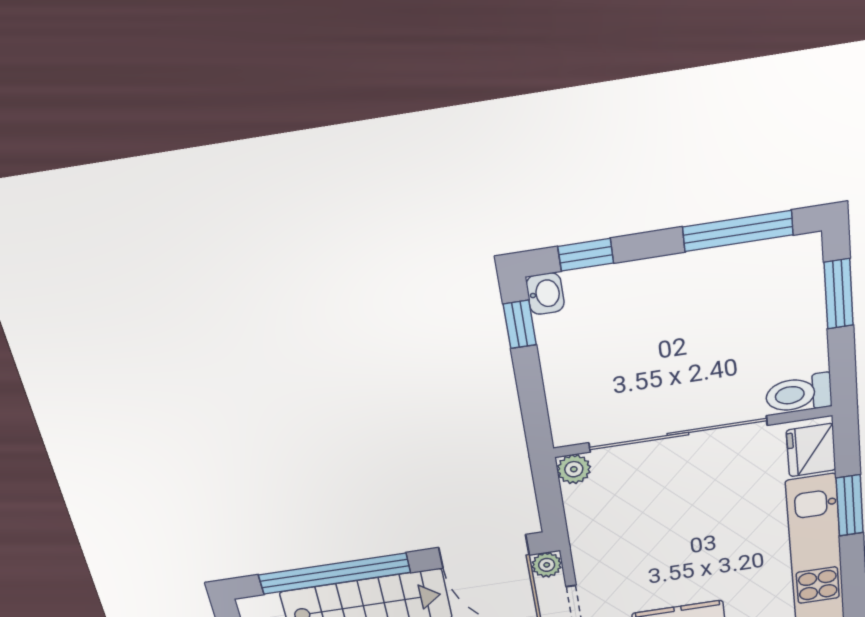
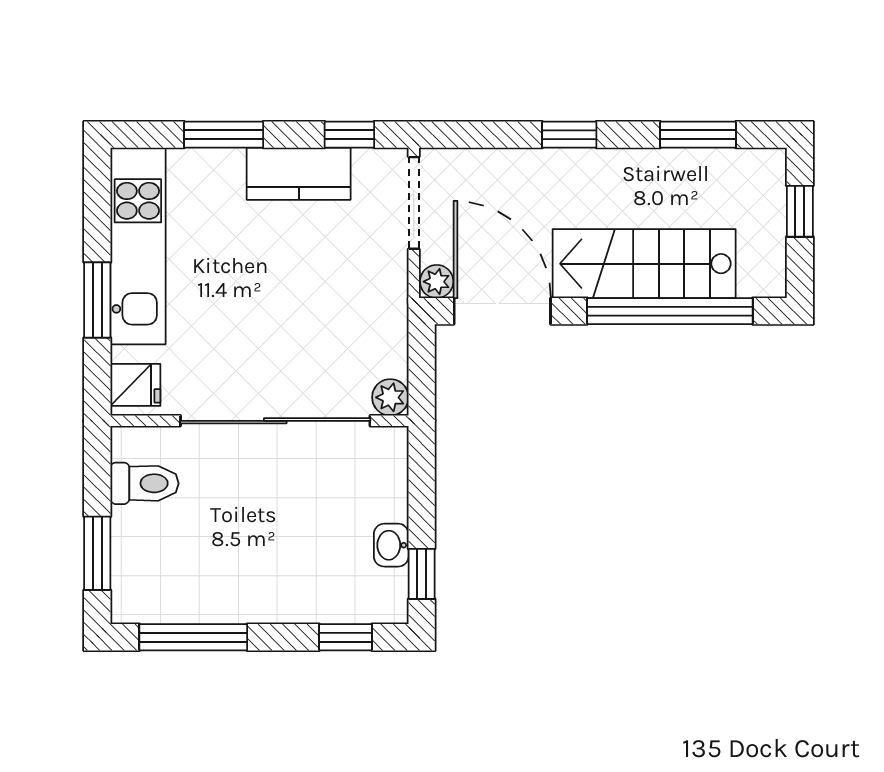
washbasin: (545, 294) -> (391, 545), moved
toilet: (799, 394) -> (144, 483), moved
fridge: (811, 450) -> (135, 385), width x0.72

